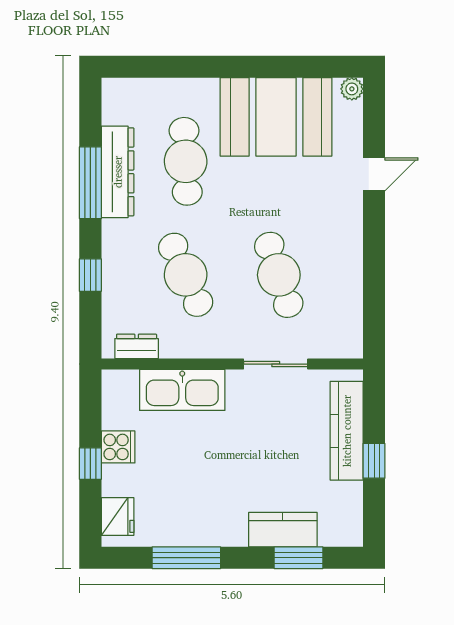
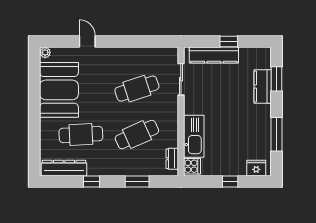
dresser: (118, 172) -> (64, 168), moved
window: (90, 183) -> (91, 182), width x0.46
window: (90, 275) -> (137, 182), width x1.50
sliding door: (276, 364) -> (181, 79), moved
cooker: (118, 447) -> (192, 166), moved, turned 90

